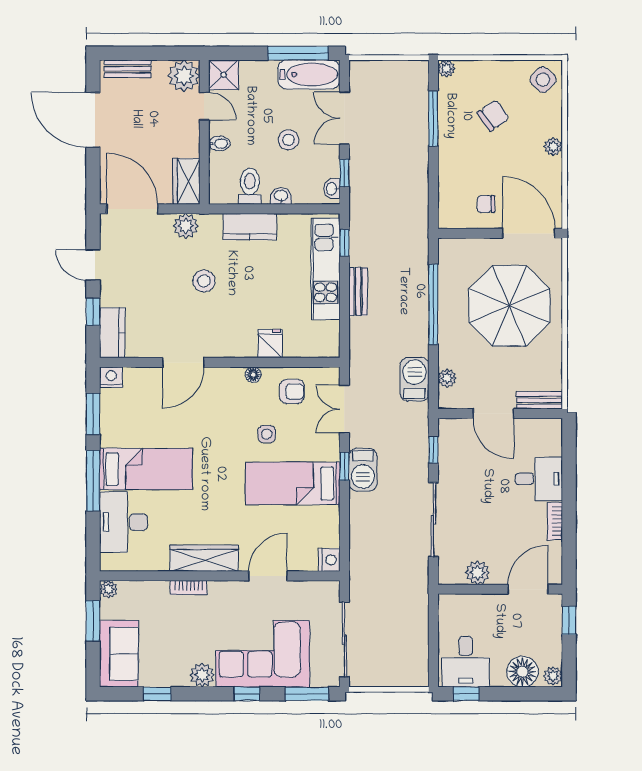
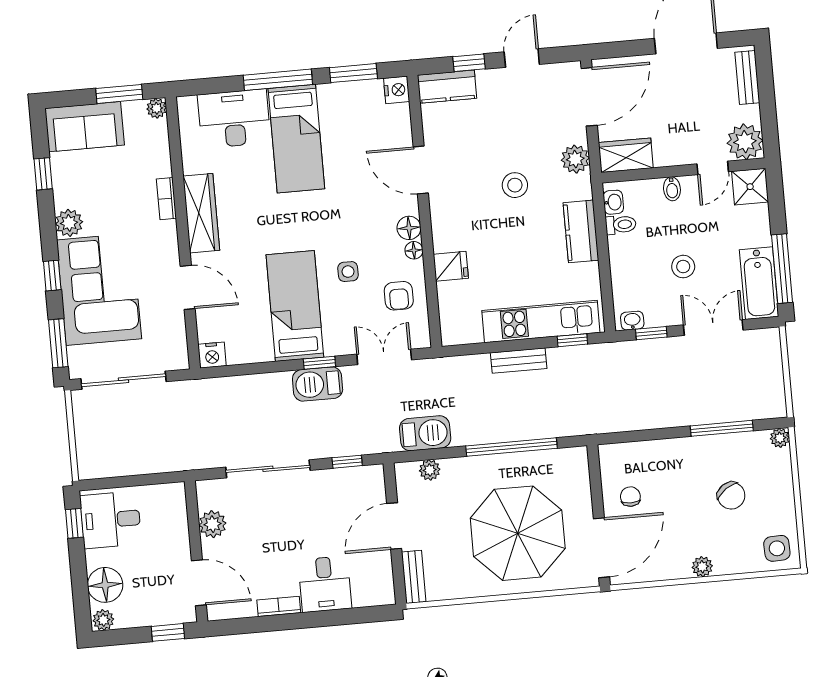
side table: (543, 80) -> (777, 548), turned 45
toilet: (250, 186) -> (621, 225), width x0.73, depth x0.72
washbasin: (281, 196) -> (613, 202), moved
floor lamp: (233, 377) -> (409, 228), added

